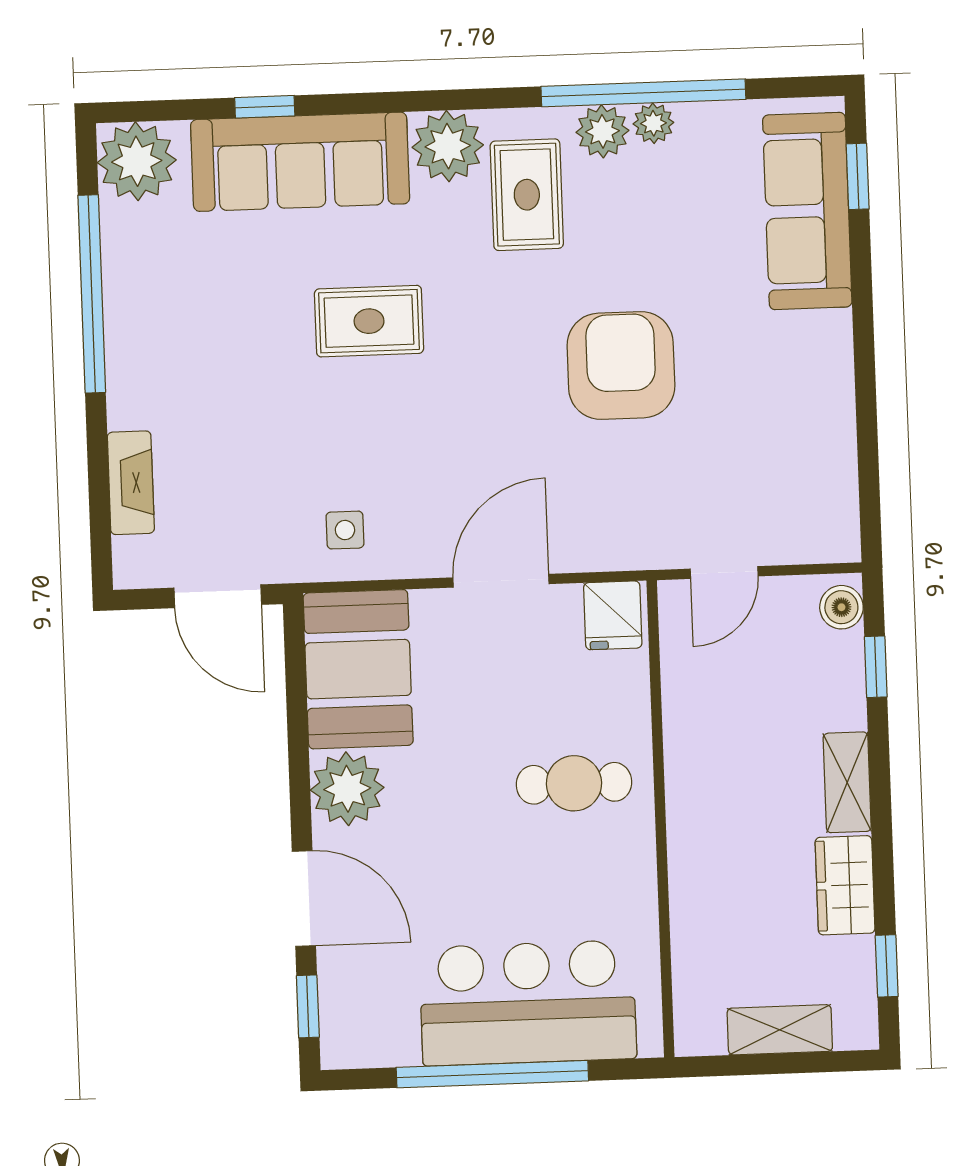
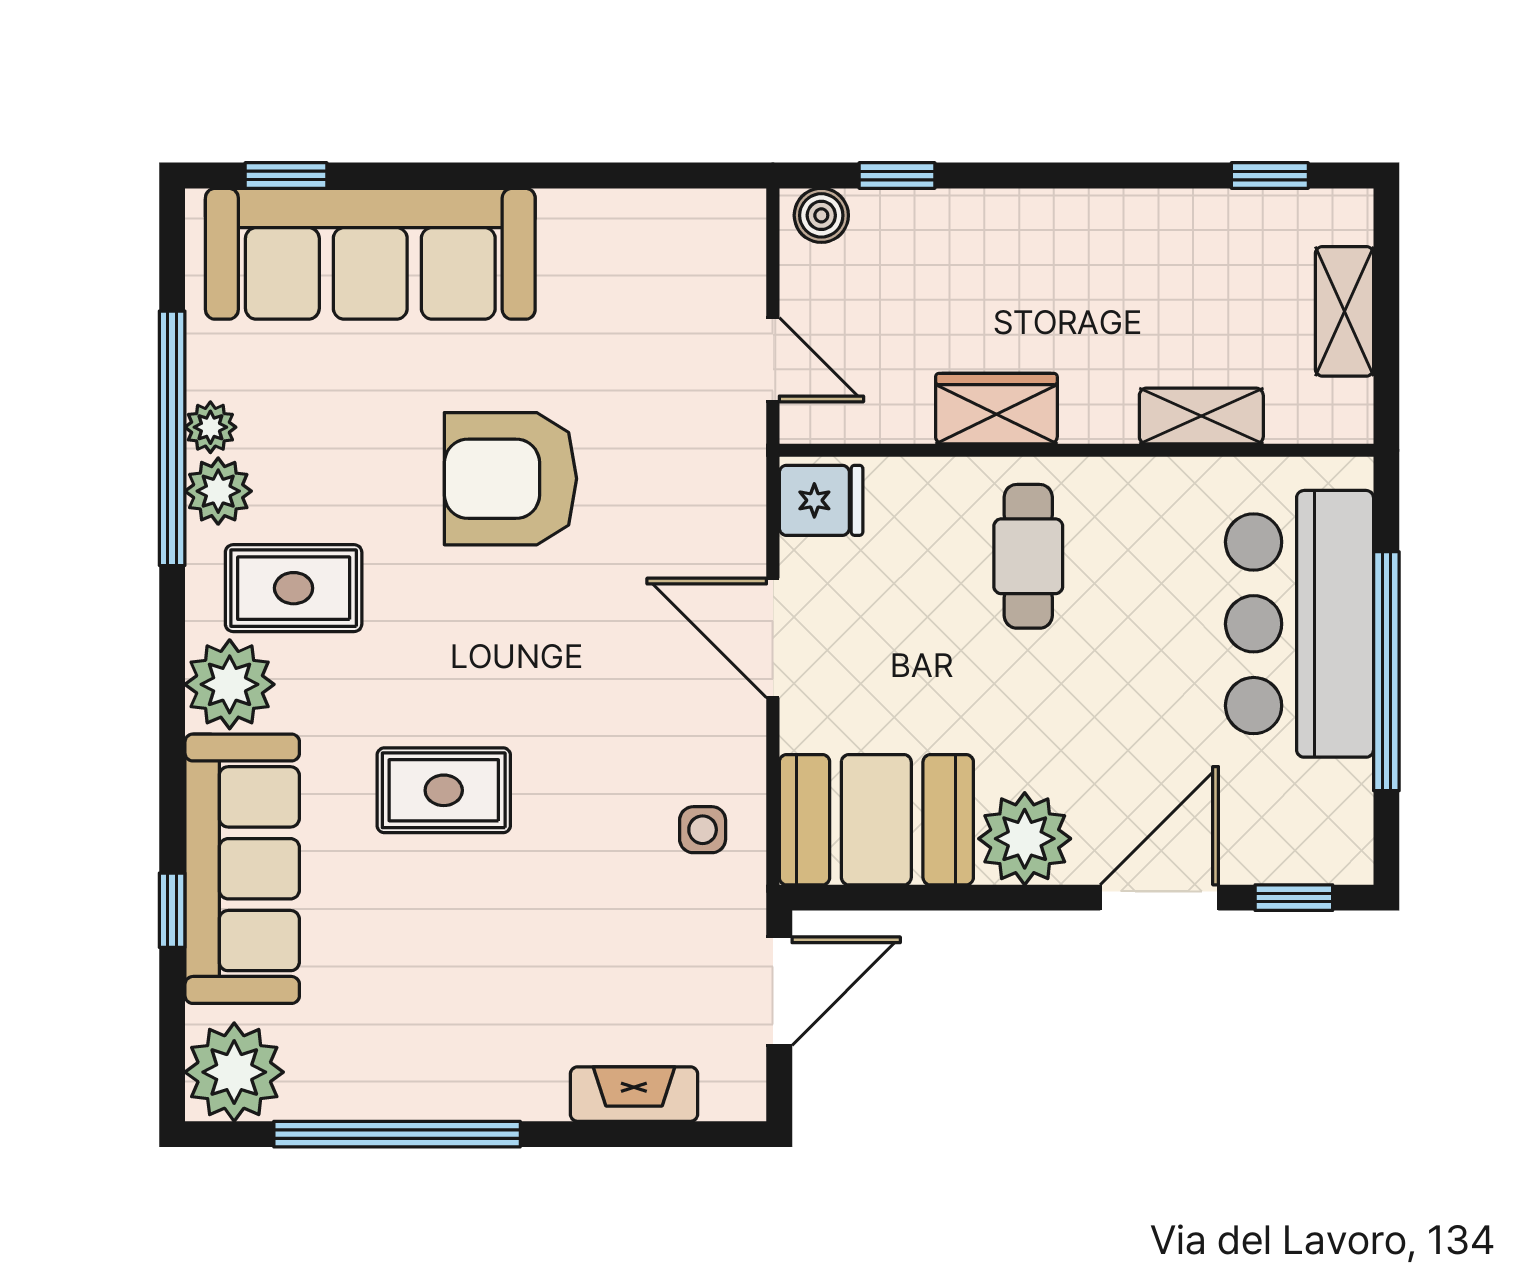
sofa: (807, 211) -> (370, 254), width x1.36, depth x1.27
rug: (369, 321) -> (444, 790), turned 90
shelving: (847, 782) -> (1201, 416), moved
wardrobe: (845, 885) -> (996, 409), moved, turned 180

